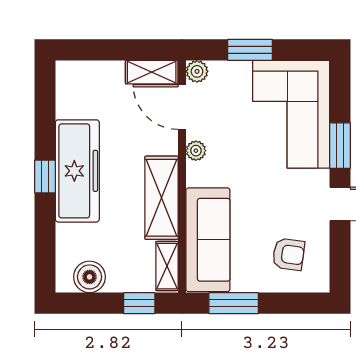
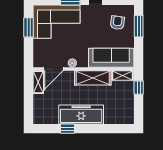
window: (250, 50) -> (29, 27), moved
plant: (197, 71) -> (38, 62), removed
window: (45, 176) -> (67, 129), moved
boiler: (90, 277) -> (127, 109), removed
window: (234, 303) -> (139, 26), moved

